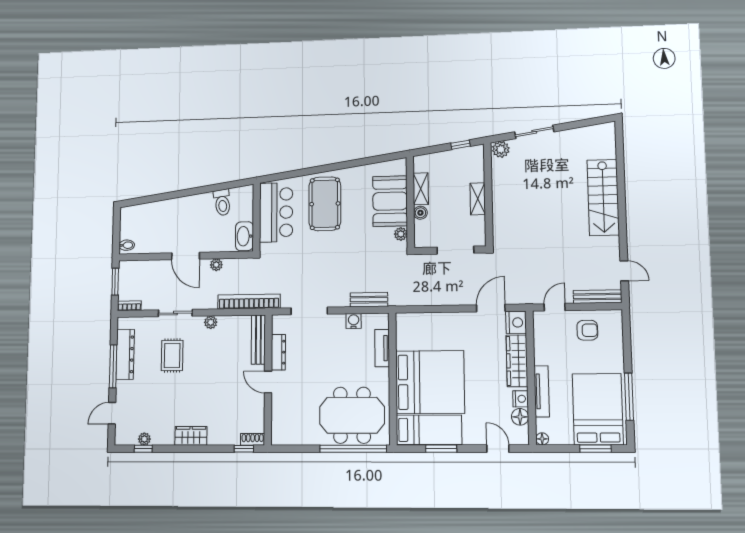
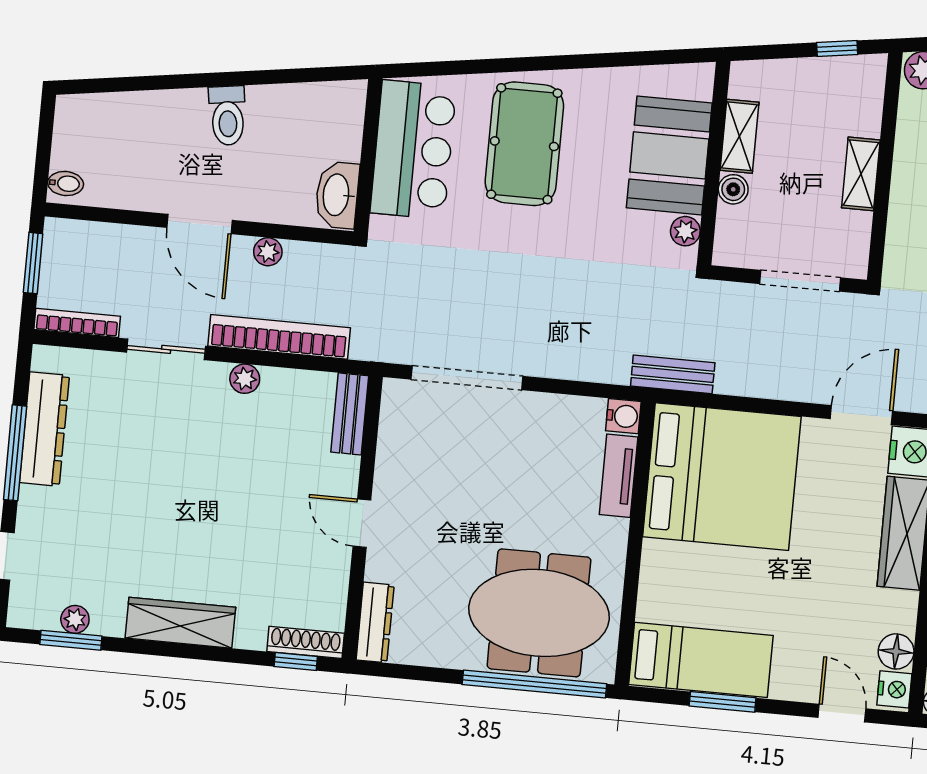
toilet: (222, 202) -> (228, 116), moved
bench: (369, 300) -> (673, 374), moved
bookcase: (249, 302) -> (279, 337), moved
bookcase: (129, 306) -> (77, 323), width x1.56
doorway: (309, 311) -> (467, 378), width x1.36
water cooler: (354, 321) -> (623, 416), moved, turned 90
bench: (258, 340) -> (350, 414), width x0.73
dresser: (278, 352) -> (375, 622), moved
rug: (172, 355) -> (151, 443), removed
bed: (430, 382) -> (722, 477), moved
nightstand: (520, 399) -> (894, 689), moved
wardrobe: (191, 436) -> (180, 623), width x1.50
shoe rack: (253, 439) -> (306, 642), width x1.43
window: (143, 449) -> (71, 640), width x1.50

